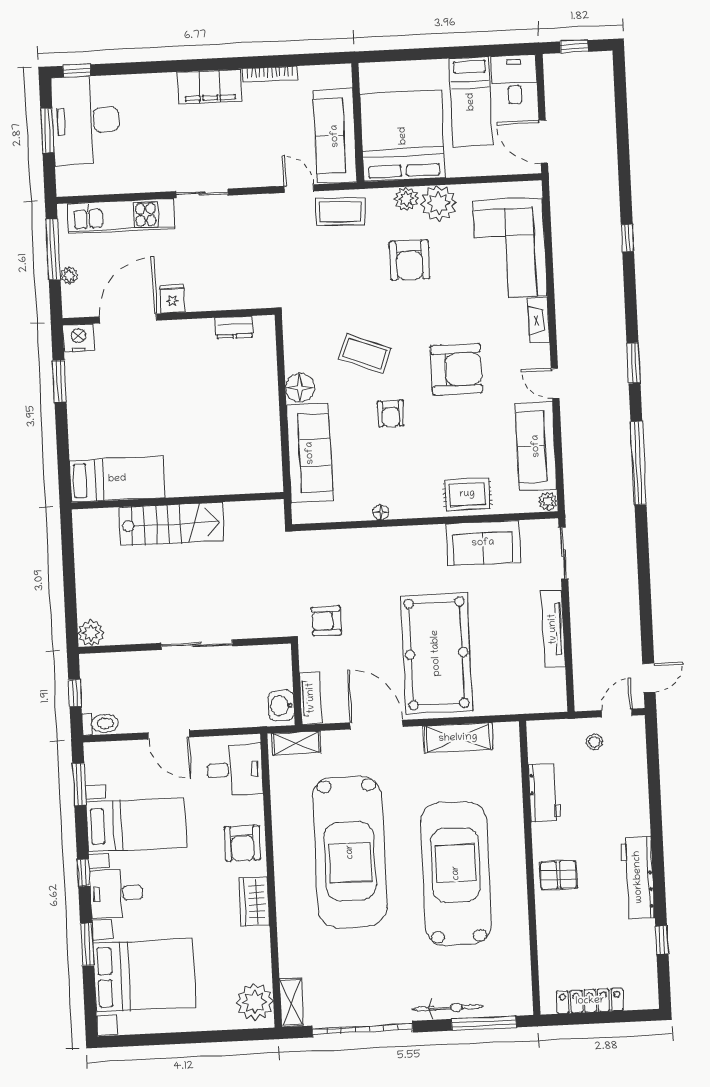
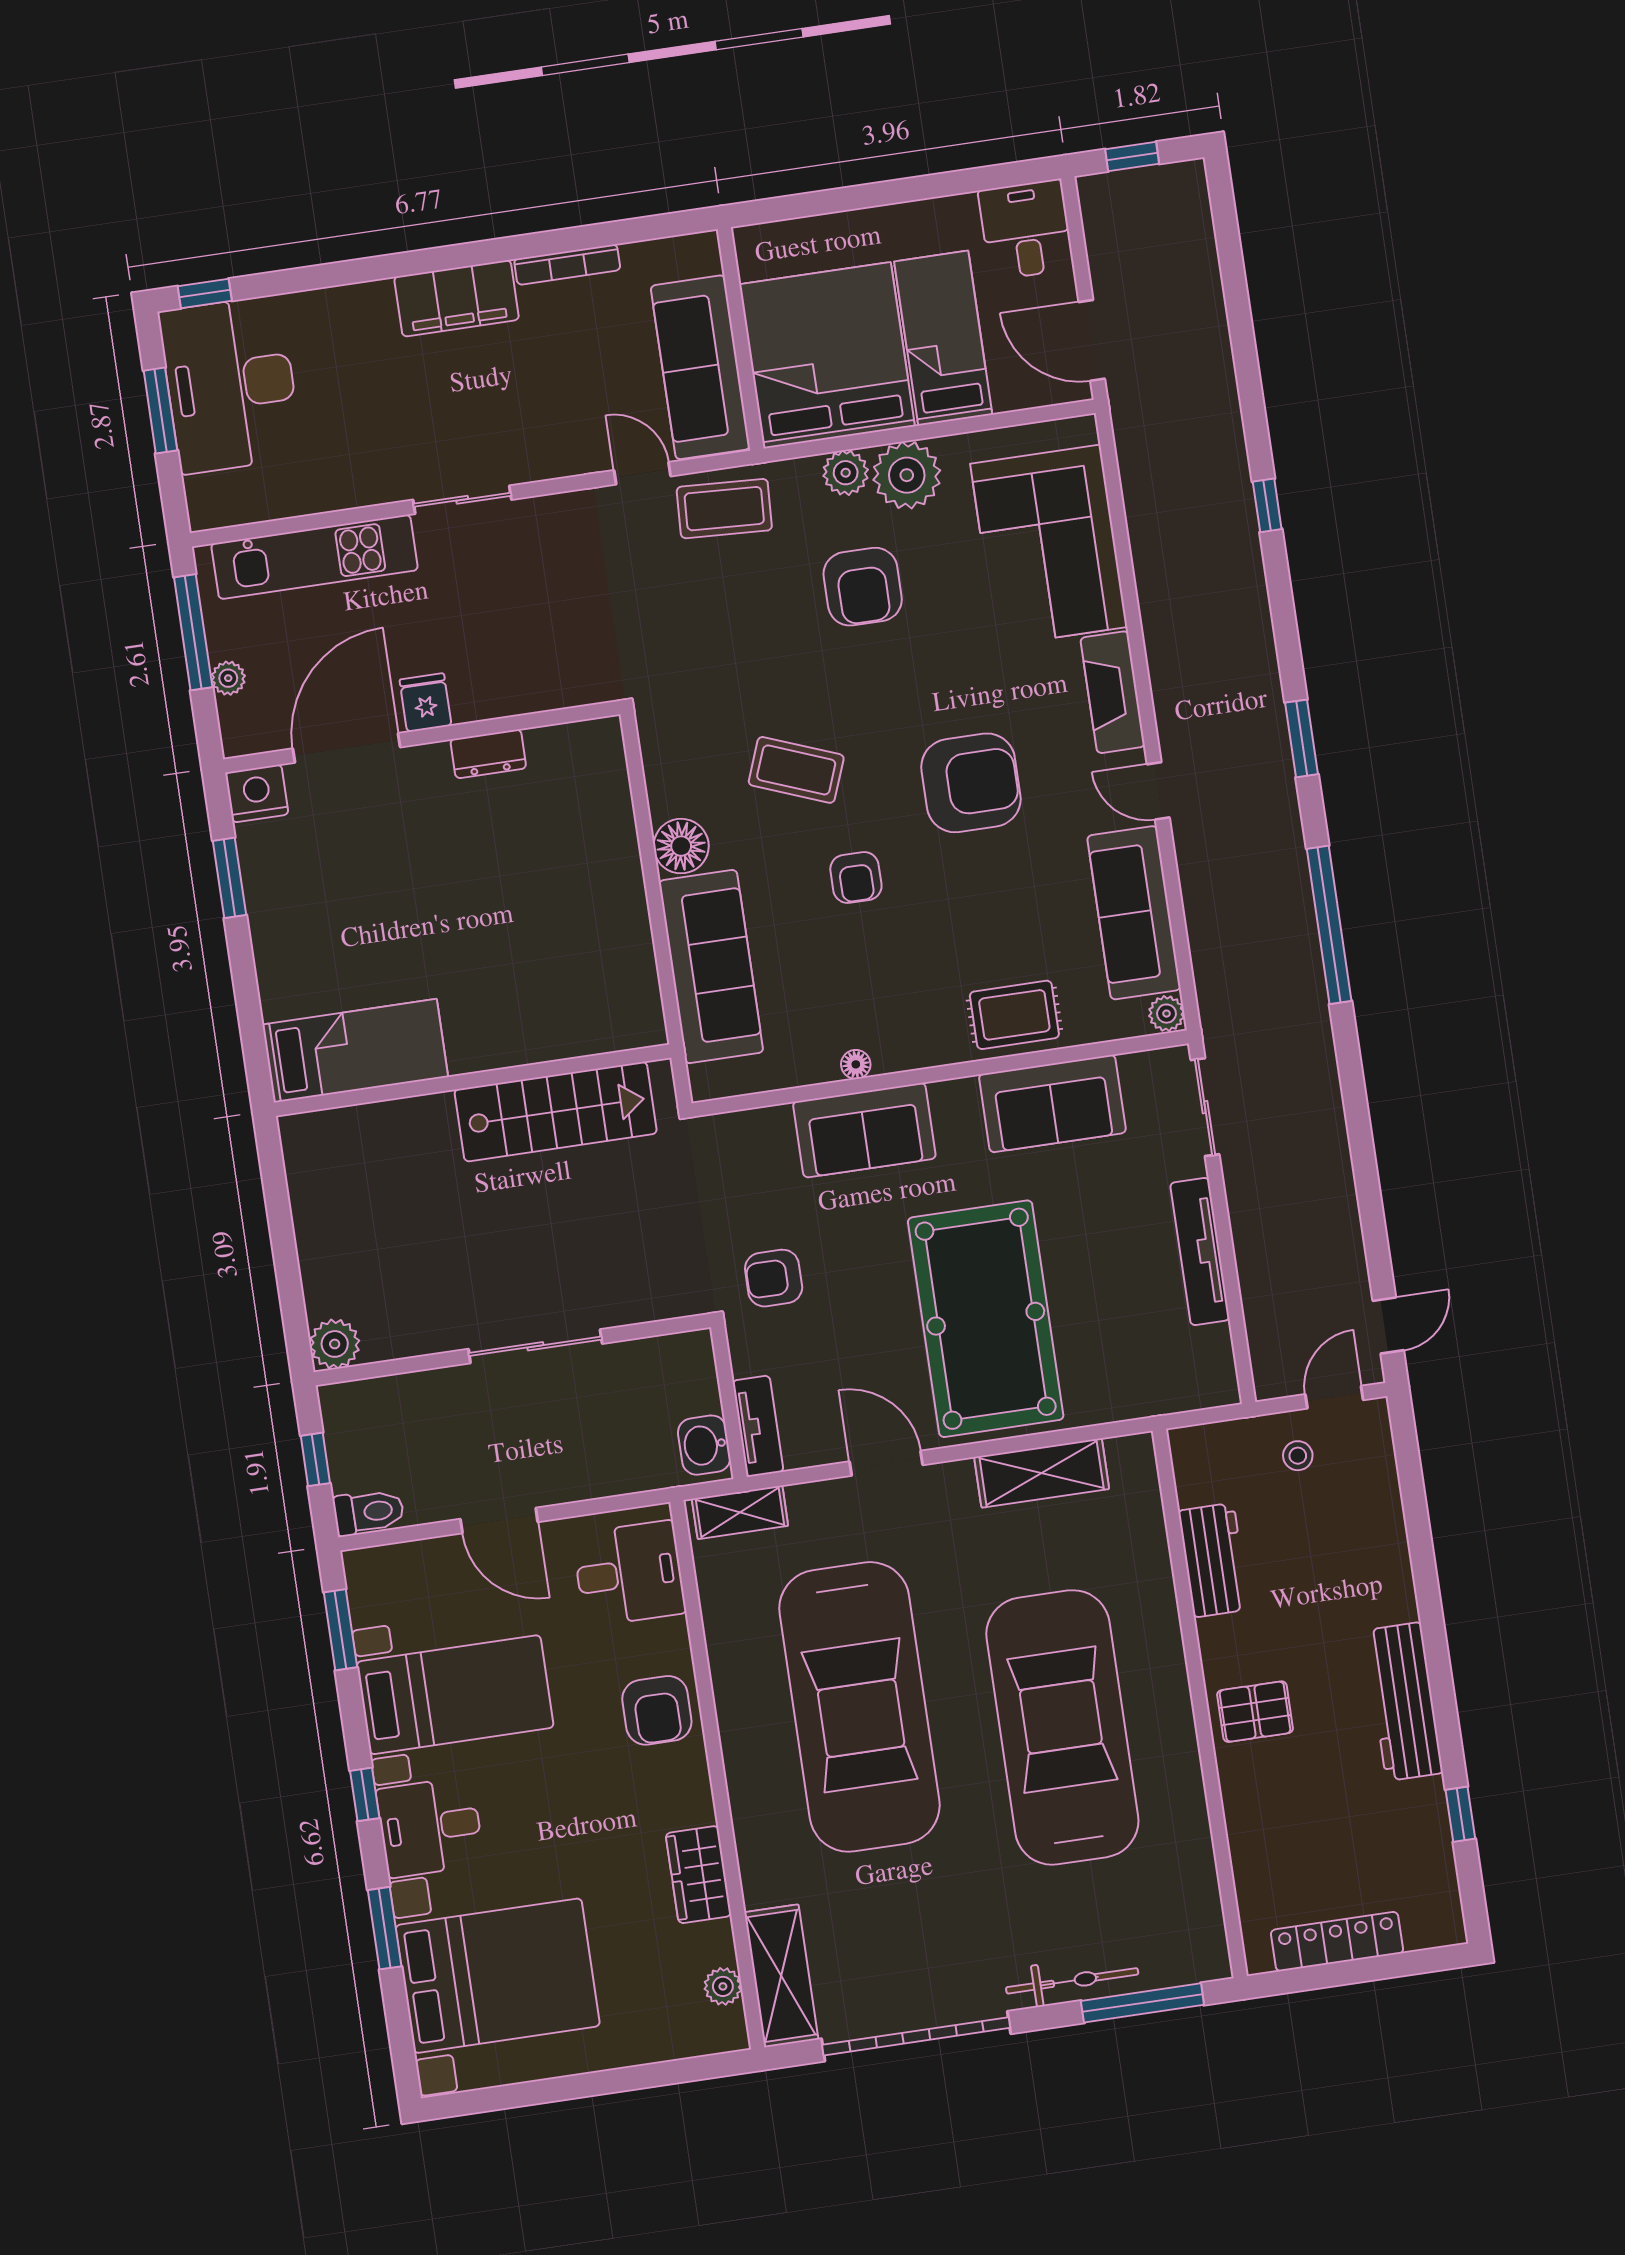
bed: (471, 102) -> (943, 338), moved, turned 180
fireplace: (539, 320) -> (1113, 692), width x1.37, depth x1.32
dresser: (234, 327) -> (488, 754), moved
stairs: (172, 524) -> (556, 1112), moved
sofa: (382, 547) -> (864, 1130), added
door: (376, 725) -> (886, 1463), width x0.73
wardrobe: (254, 902) -> (698, 1875), moved
plant: (255, 1002) -> (723, 1986), width x0.53, depth x0.53
shelving: (291, 1002) -> (781, 1976), width x1.50, depth x1.33

